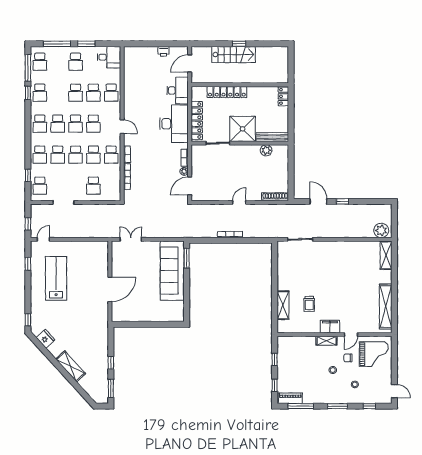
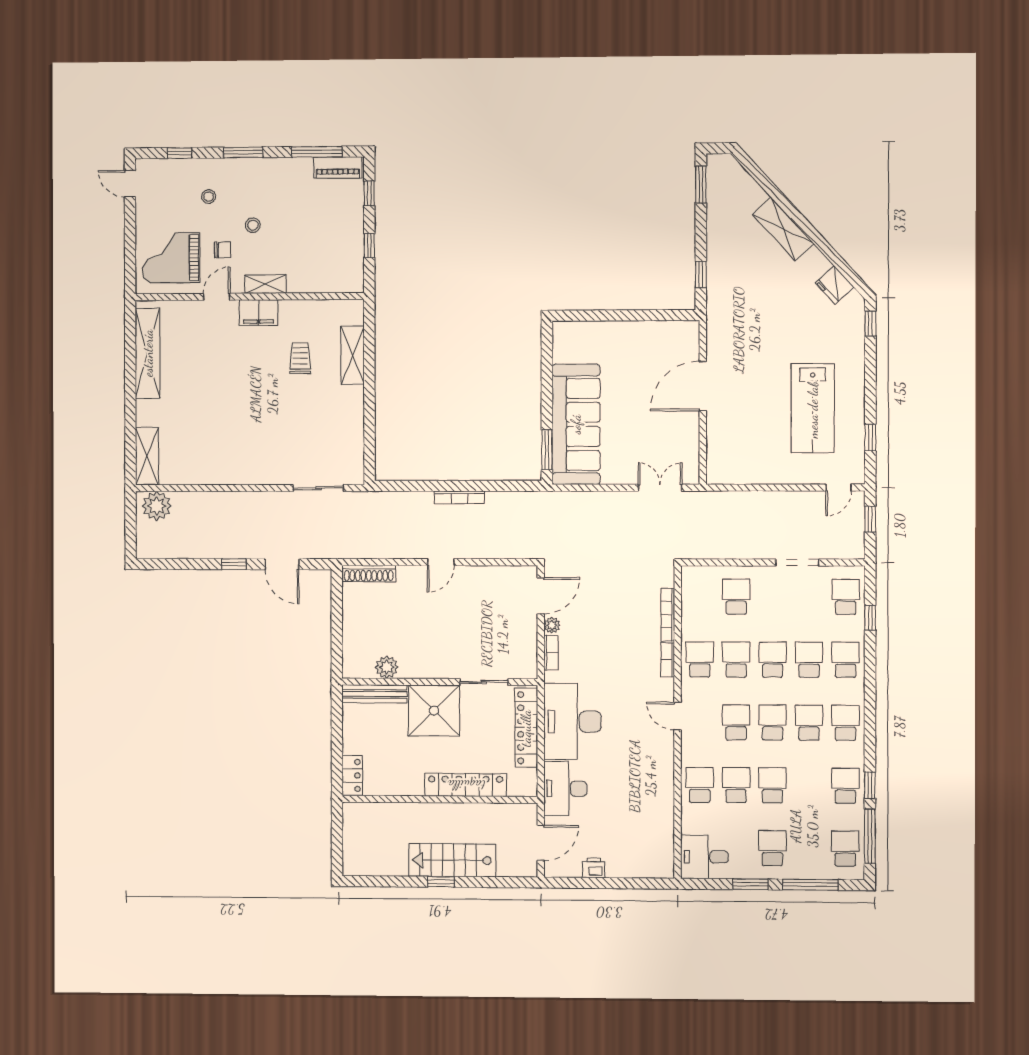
double door: (131, 239) -> (660, 488), swing flipped
window: (111, 363) -> (701, 274), moved

